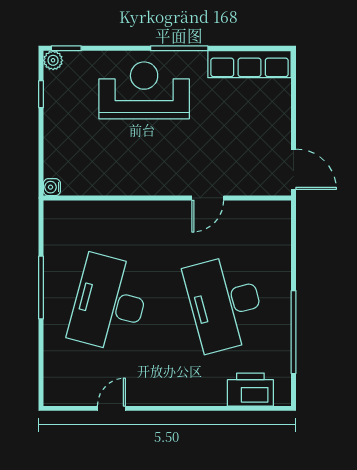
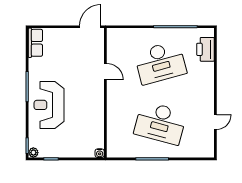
row of seats: (249, 64) -> (35, 43), width x0.68
door: (111, 408) -> (215, 122), swing flipped

